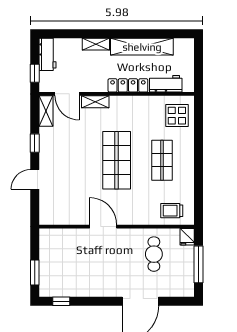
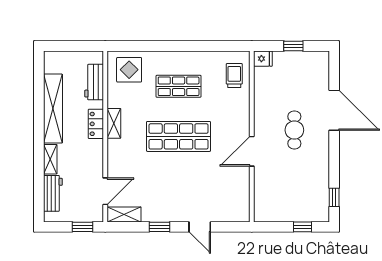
workbench: (47, 54) -> (53, 193), moved, turned 90
locker: (128, 85) -> (96, 124), width x0.66
shelving: (95, 102) -> (114, 123), moved
trolley: (172, 211) -> (234, 76), turned 180
cafe table: (154, 254) -> (294, 130), moved, turned 90
window: (198, 264) -> (293, 46), width x0.46
window: (35, 273) -> (303, 227), width x0.67

